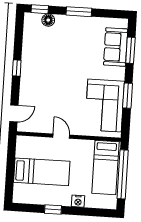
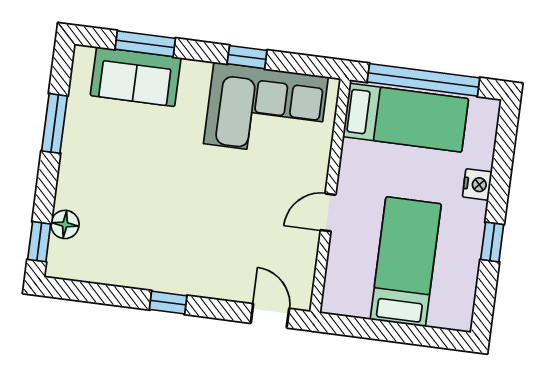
window: (79, 12) -> (55, 123), moved
window: (128, 96) -> (247, 57), width x0.67

